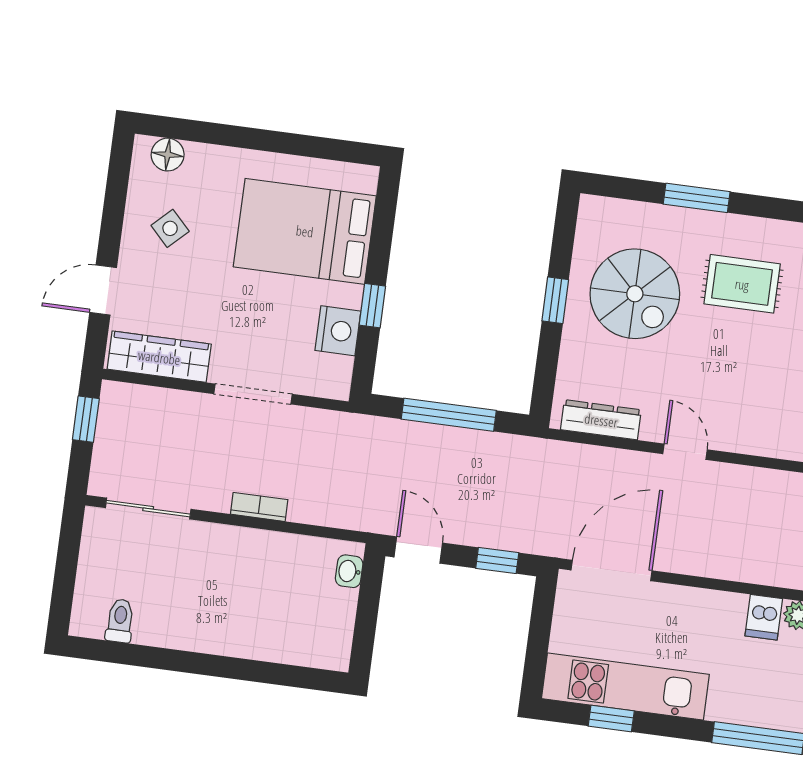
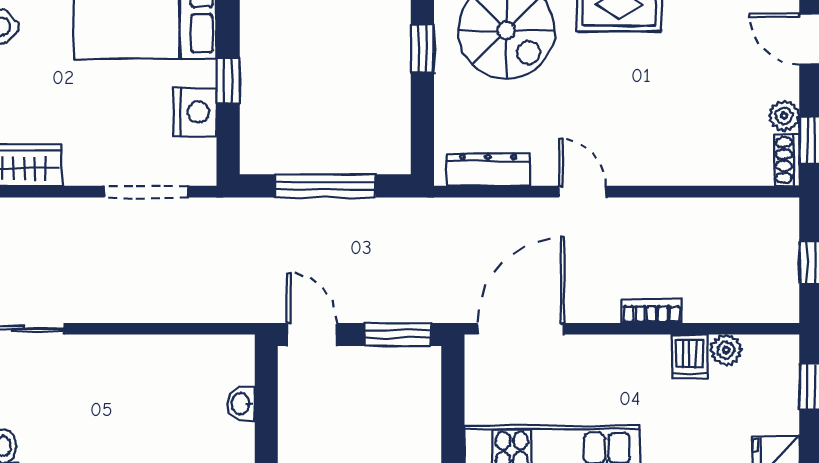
doorway: (253, 394) -> (146, 192), moved
bookcase: (259, 507) -> (652, 311), moved
window: (497, 561) -> (398, 334), width x1.50
washbasin: (349, 571) -> (241, 403), moved

